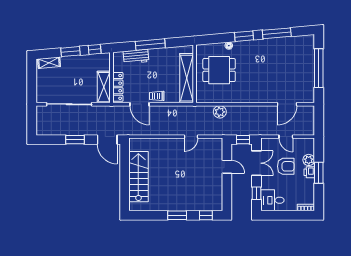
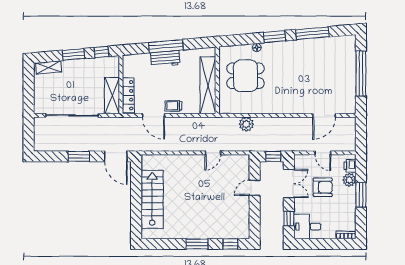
workbench: (136, 56) -> (165, 59), moved
door: (227, 167) -> (255, 188), swing flipped
printer: (309, 172) -> (350, 166), moved

